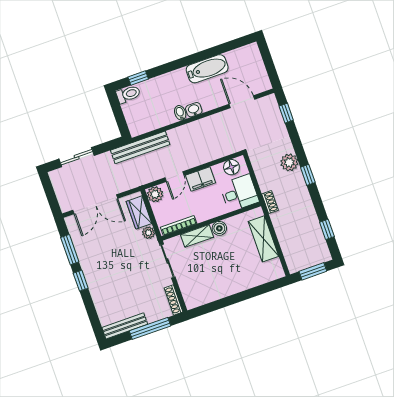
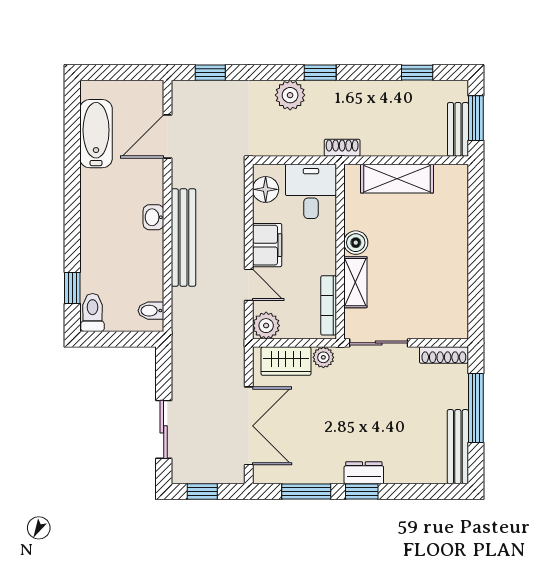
bathtub: (207, 69) -> (96, 134), moved
bidet: (180, 113) -> (151, 311), moved
bench: (140, 147) -> (183, 238), moved
window: (49, 191) -> (202, 491), added
bench: (303, 264) -> (458, 129), added
dresser: (92, 278) -> (364, 473), added

